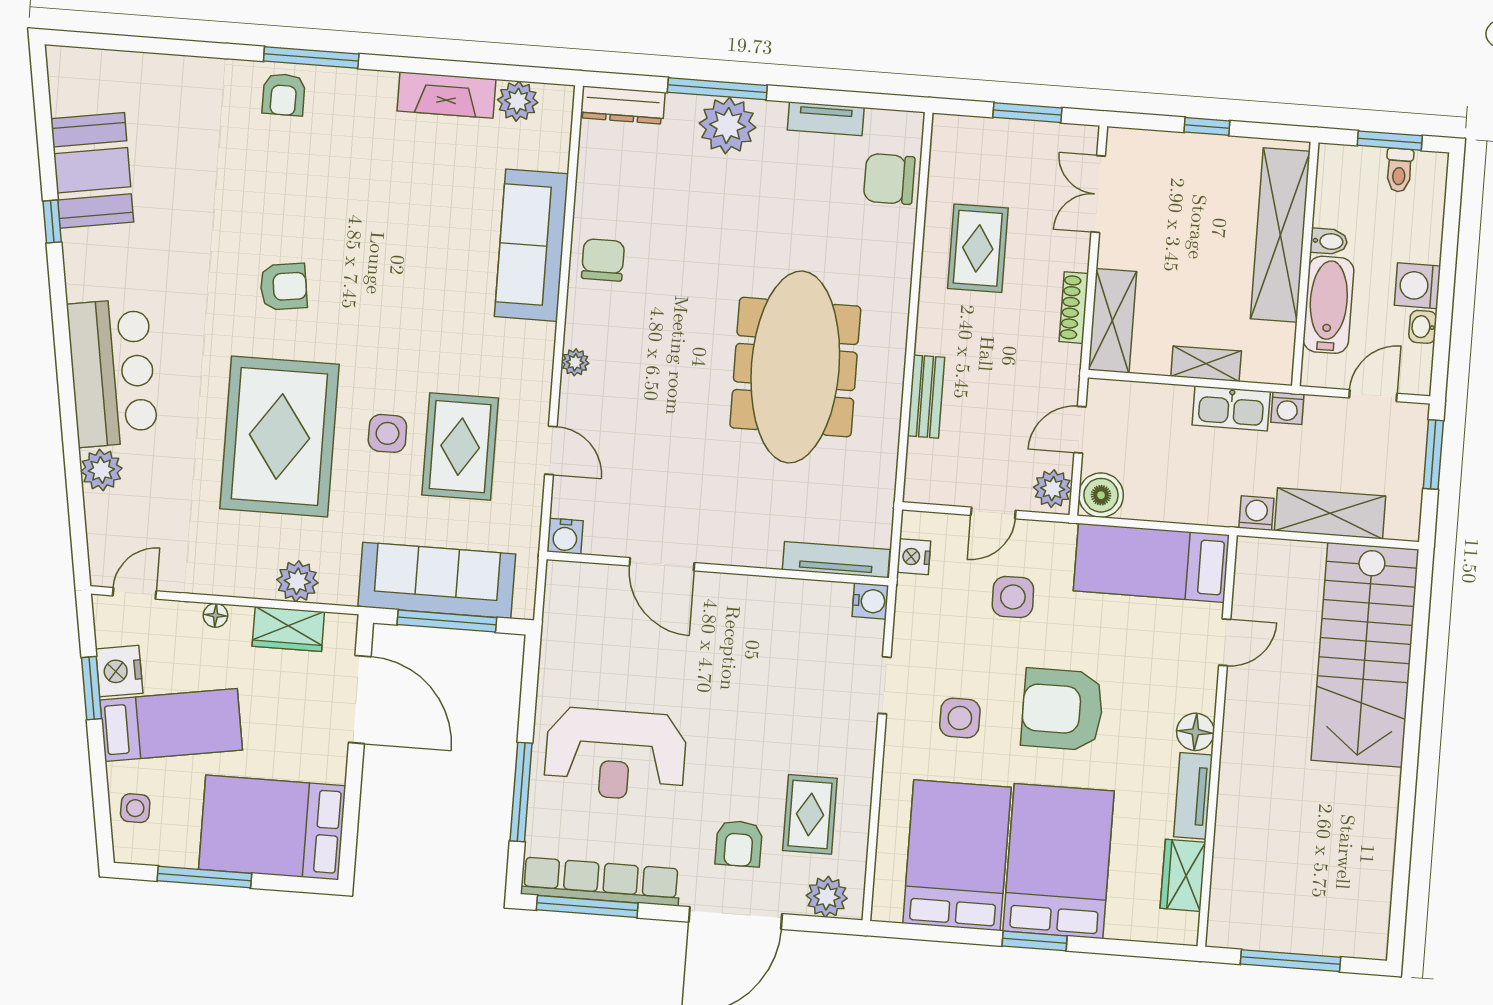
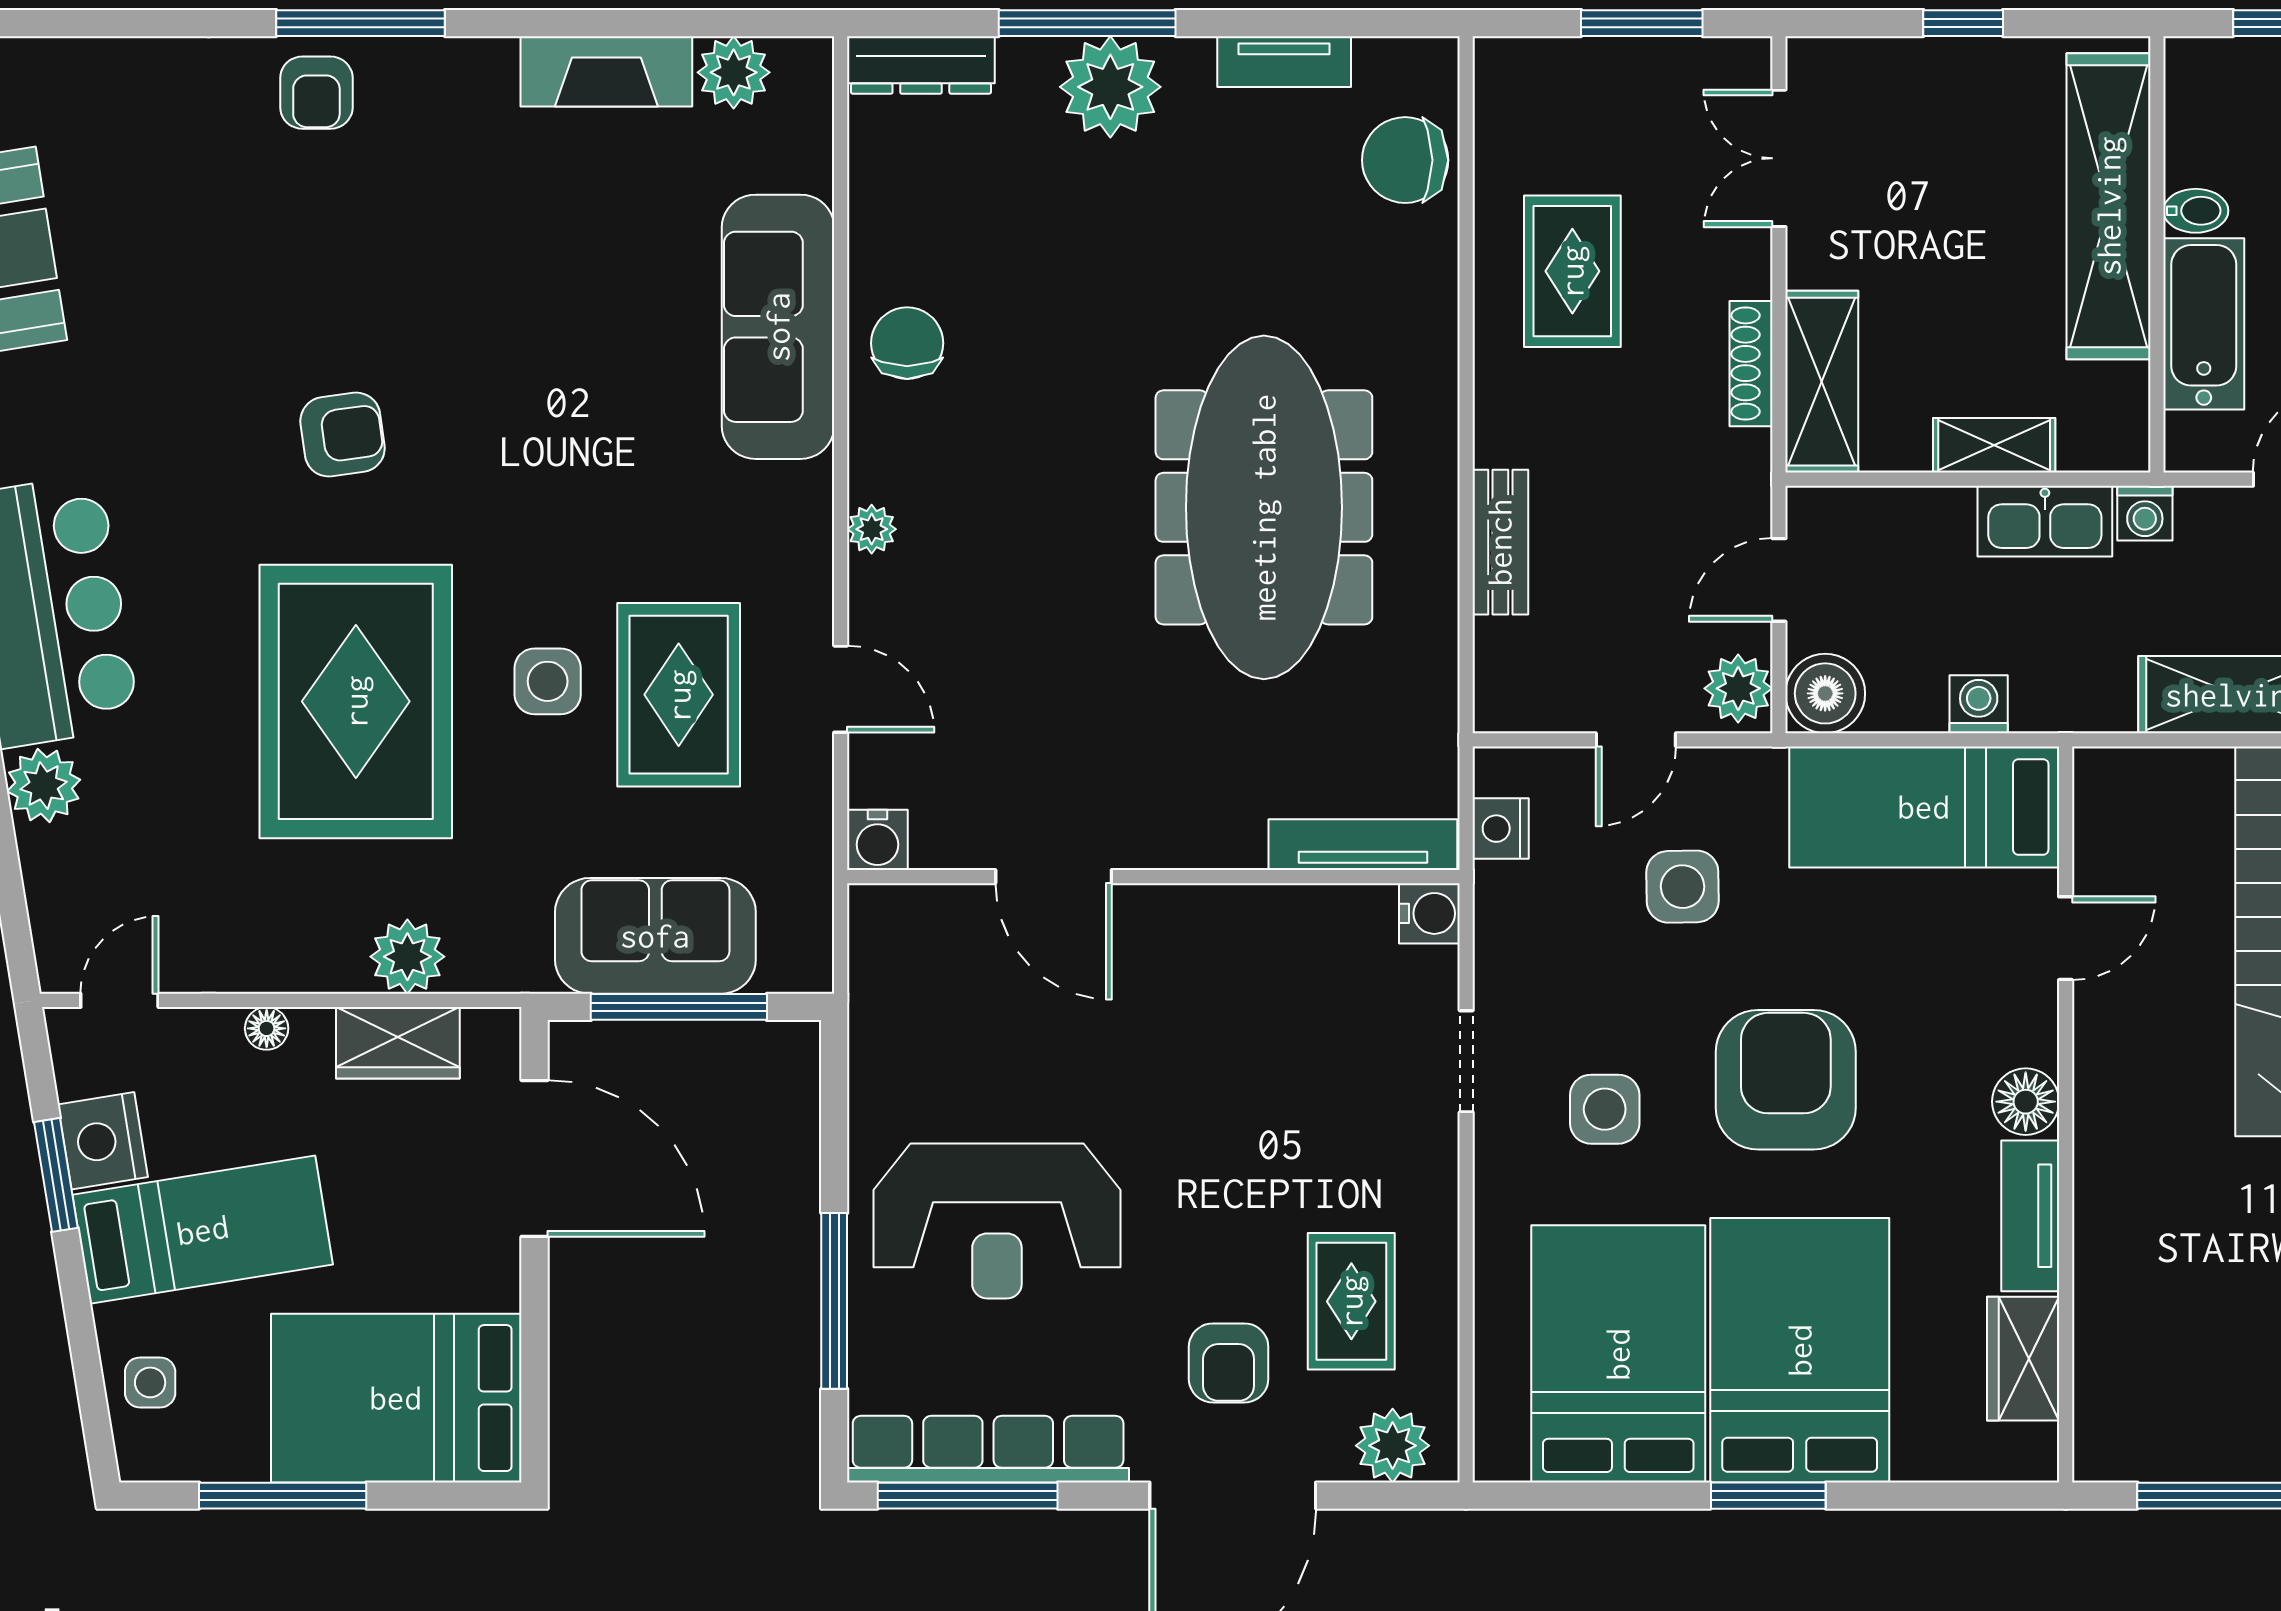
washing machine: (1256, 513) -> (1979, 704), moved
sofa: (437, 580) -> (655, 936), width x0.73
armchair: (1062, 709) -> (1786, 1080), turned 90

